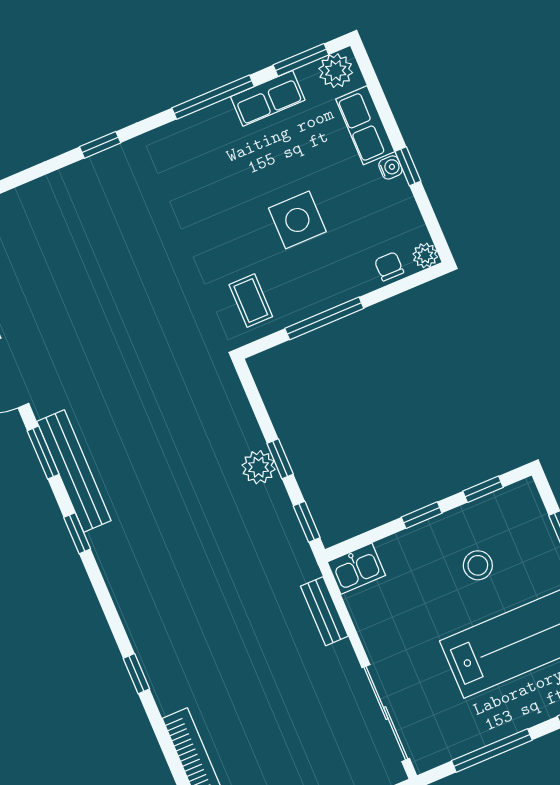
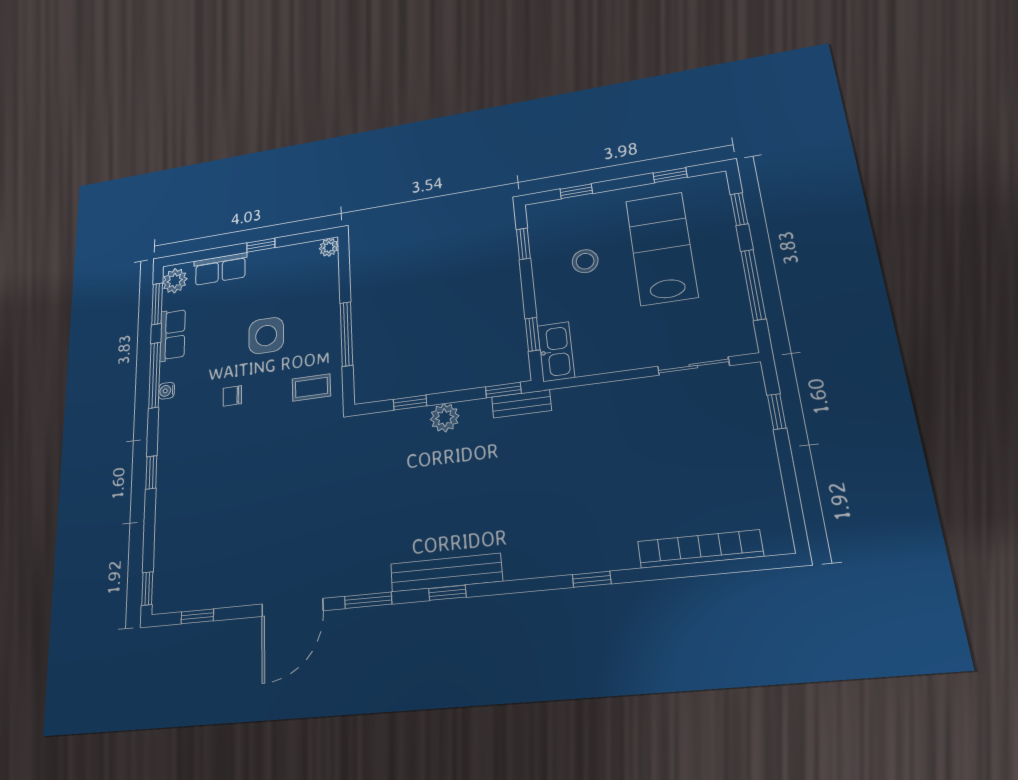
water cooler: (390, 167) -> (167, 391), moved, turned -90
chair: (389, 266) -> (232, 396), moved
window: (280, 459) -> (410, 403), moved
bench: (74, 471) -> (446, 573), moved
window: (422, 515) -> (533, 334), moved
kitchen sink: (356, 569) -> (556, 352), width x1.38
bench: (324, 611) -> (521, 404), moved
sliding door: (386, 713) -> (693, 366), width x0.73

